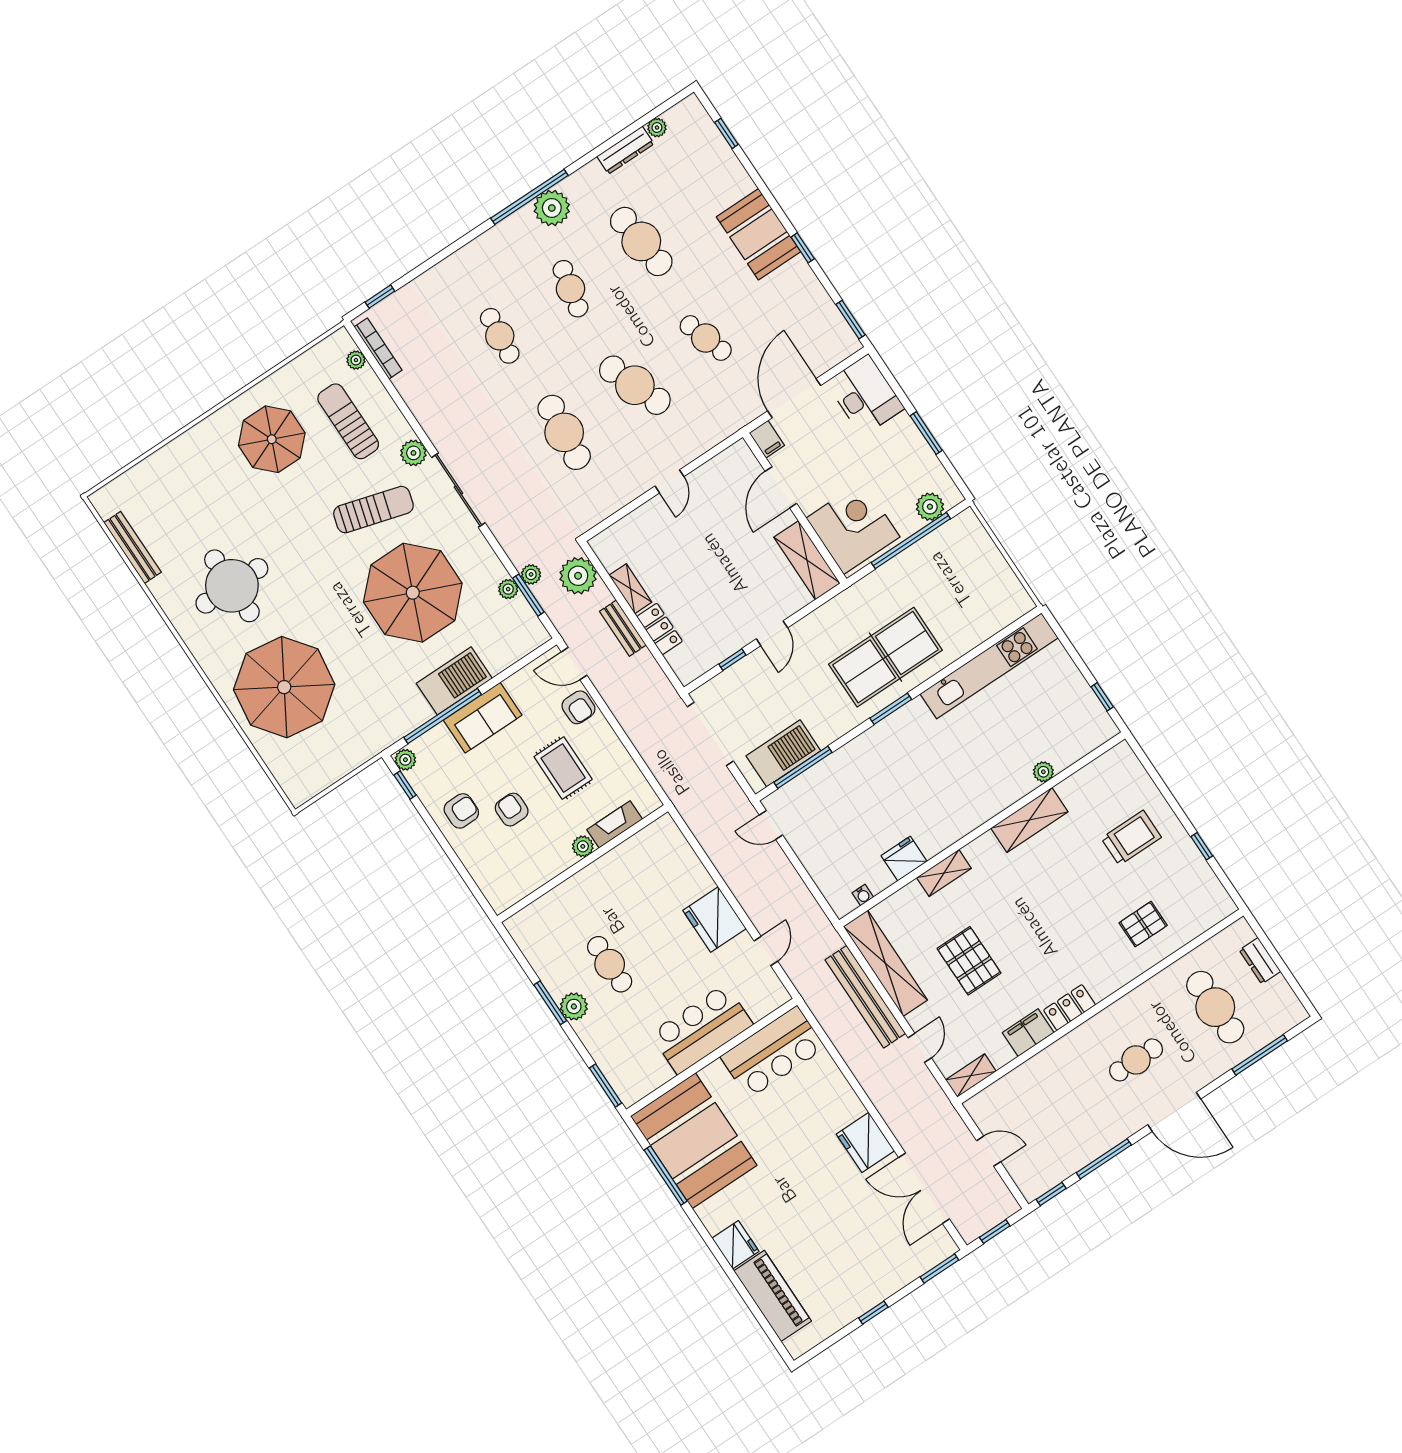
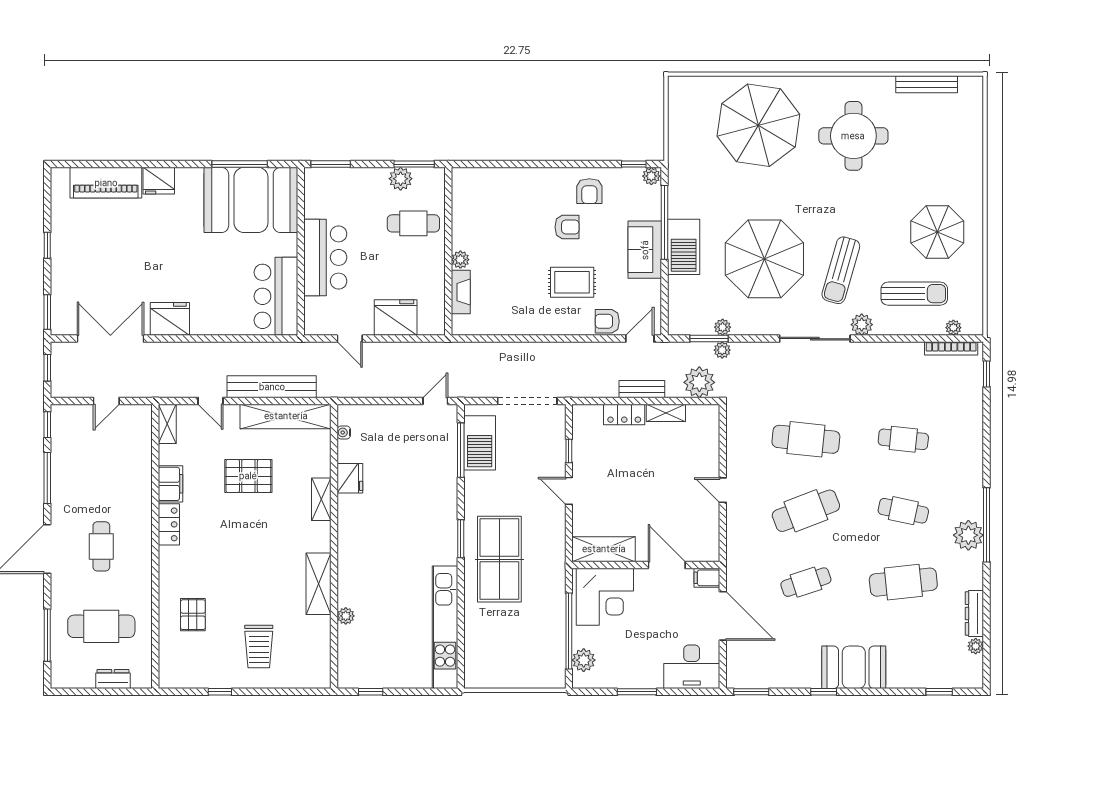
fireplace: (615, 824) -> (461, 292), moved
plant: (583, 846) -> (460, 260), moved
wall: (583, 864) -> (448, 251), moved

